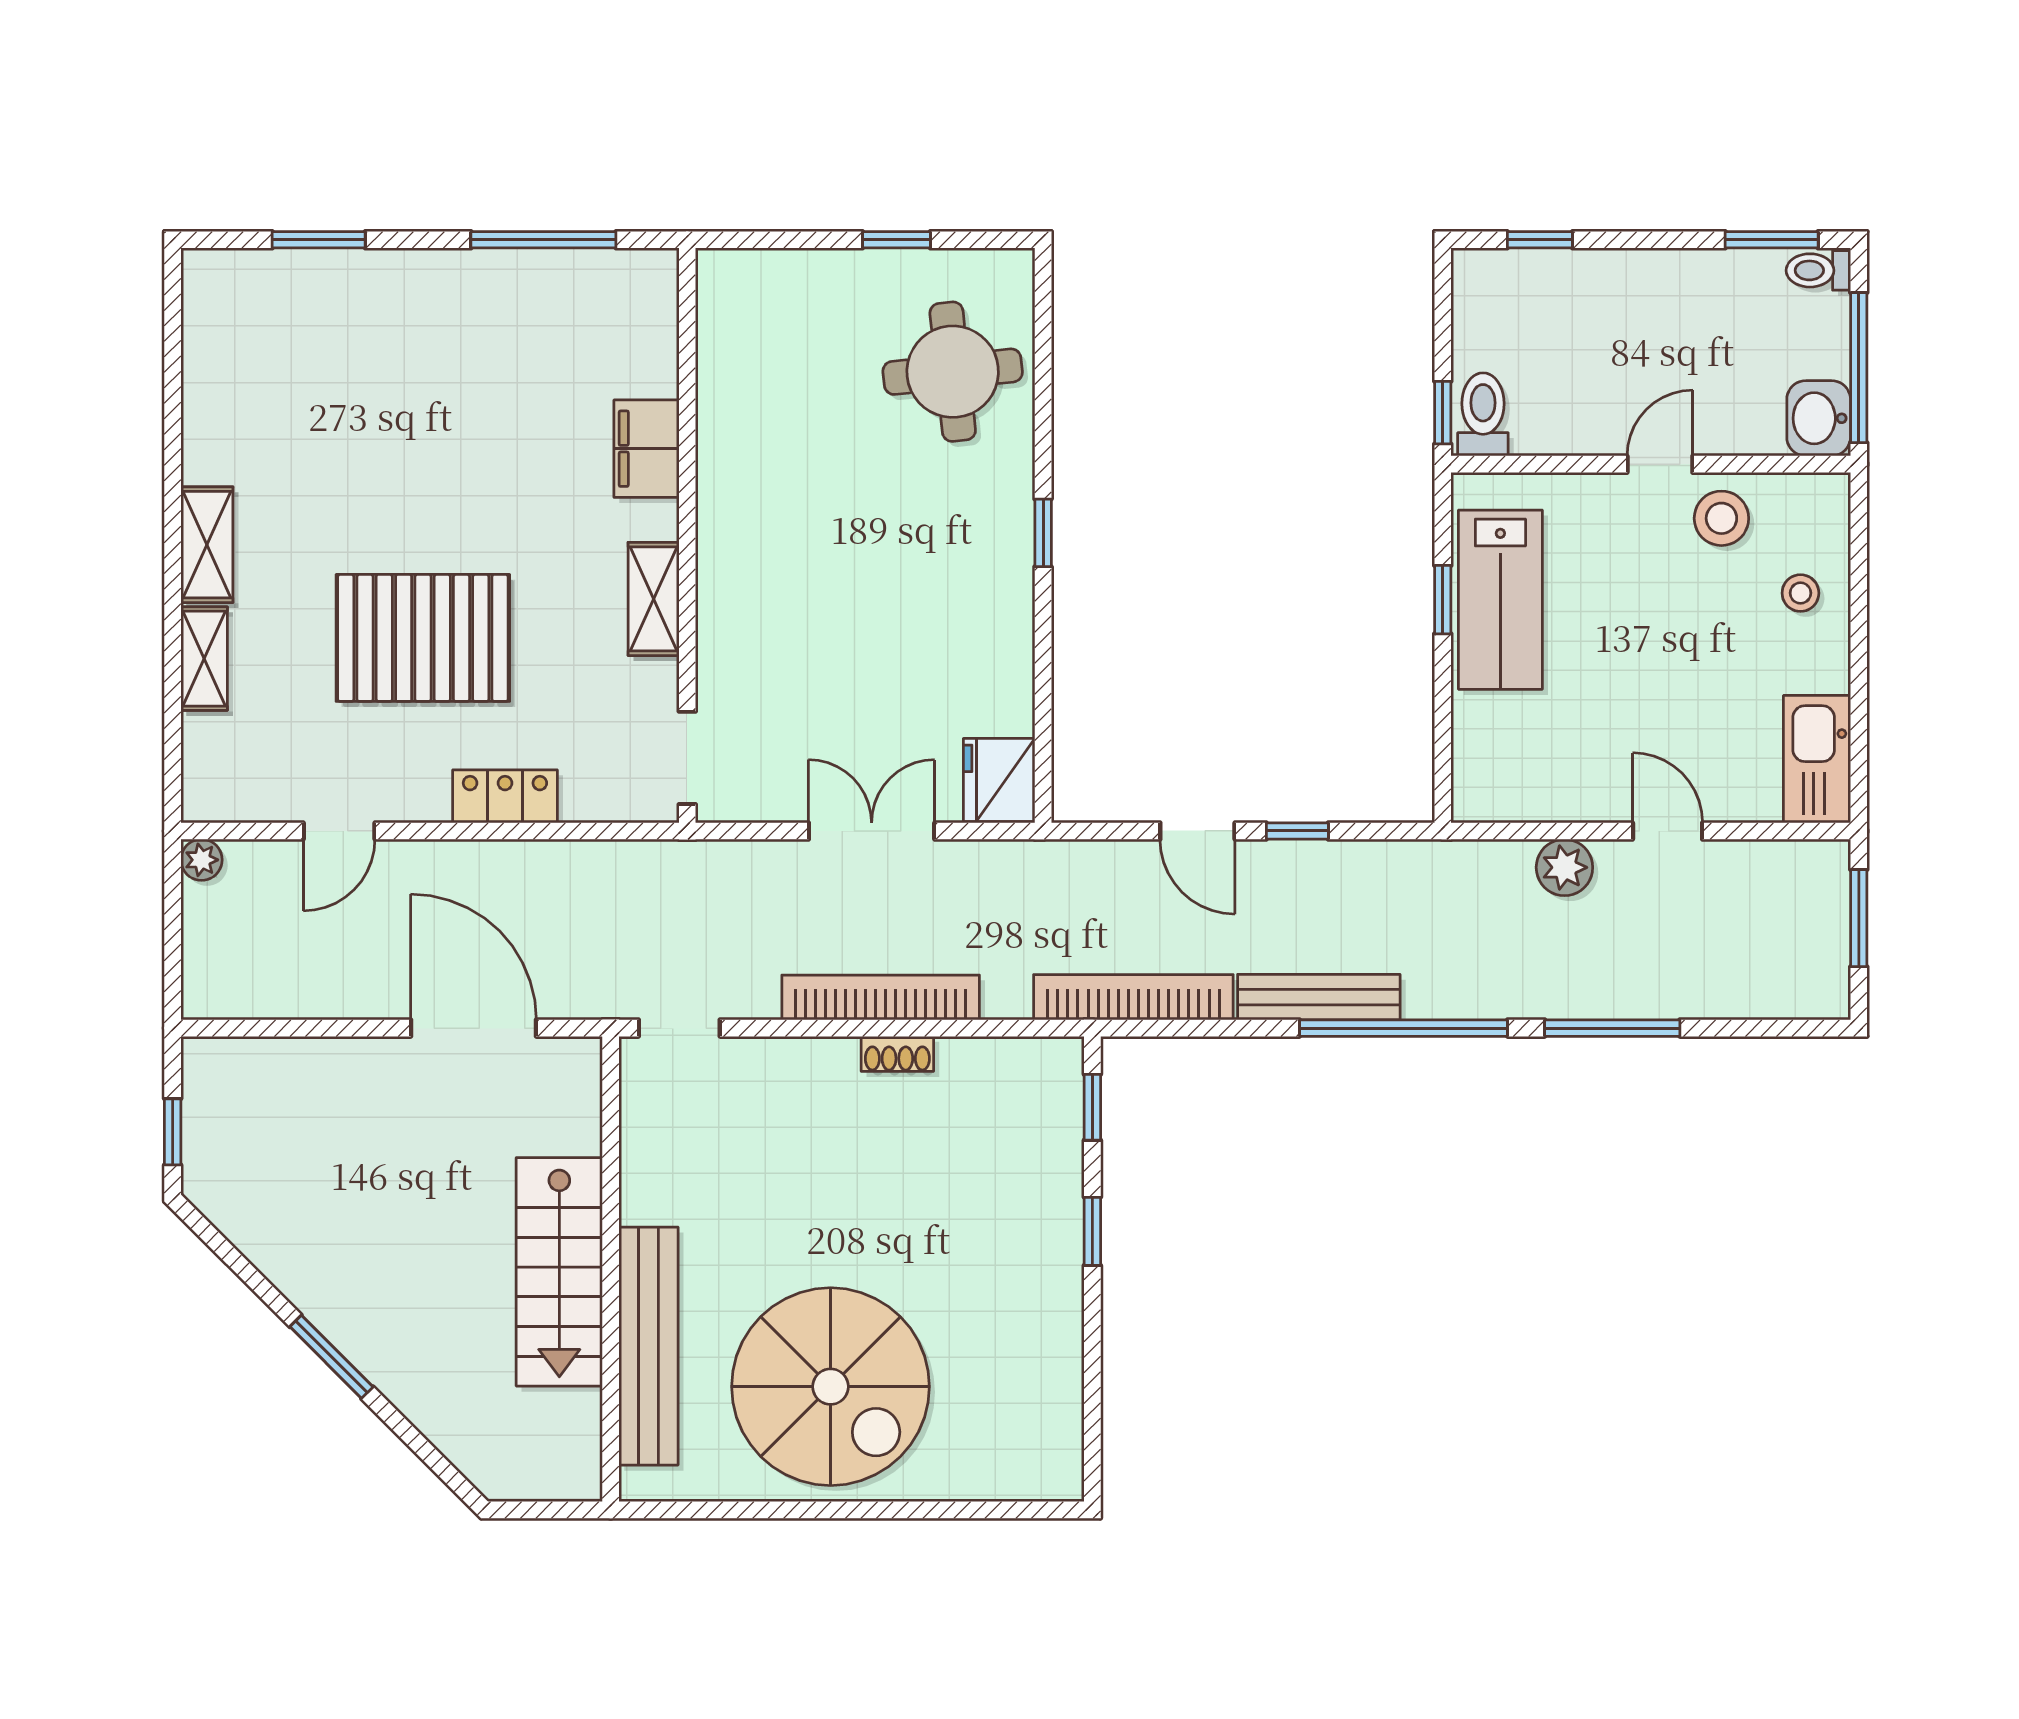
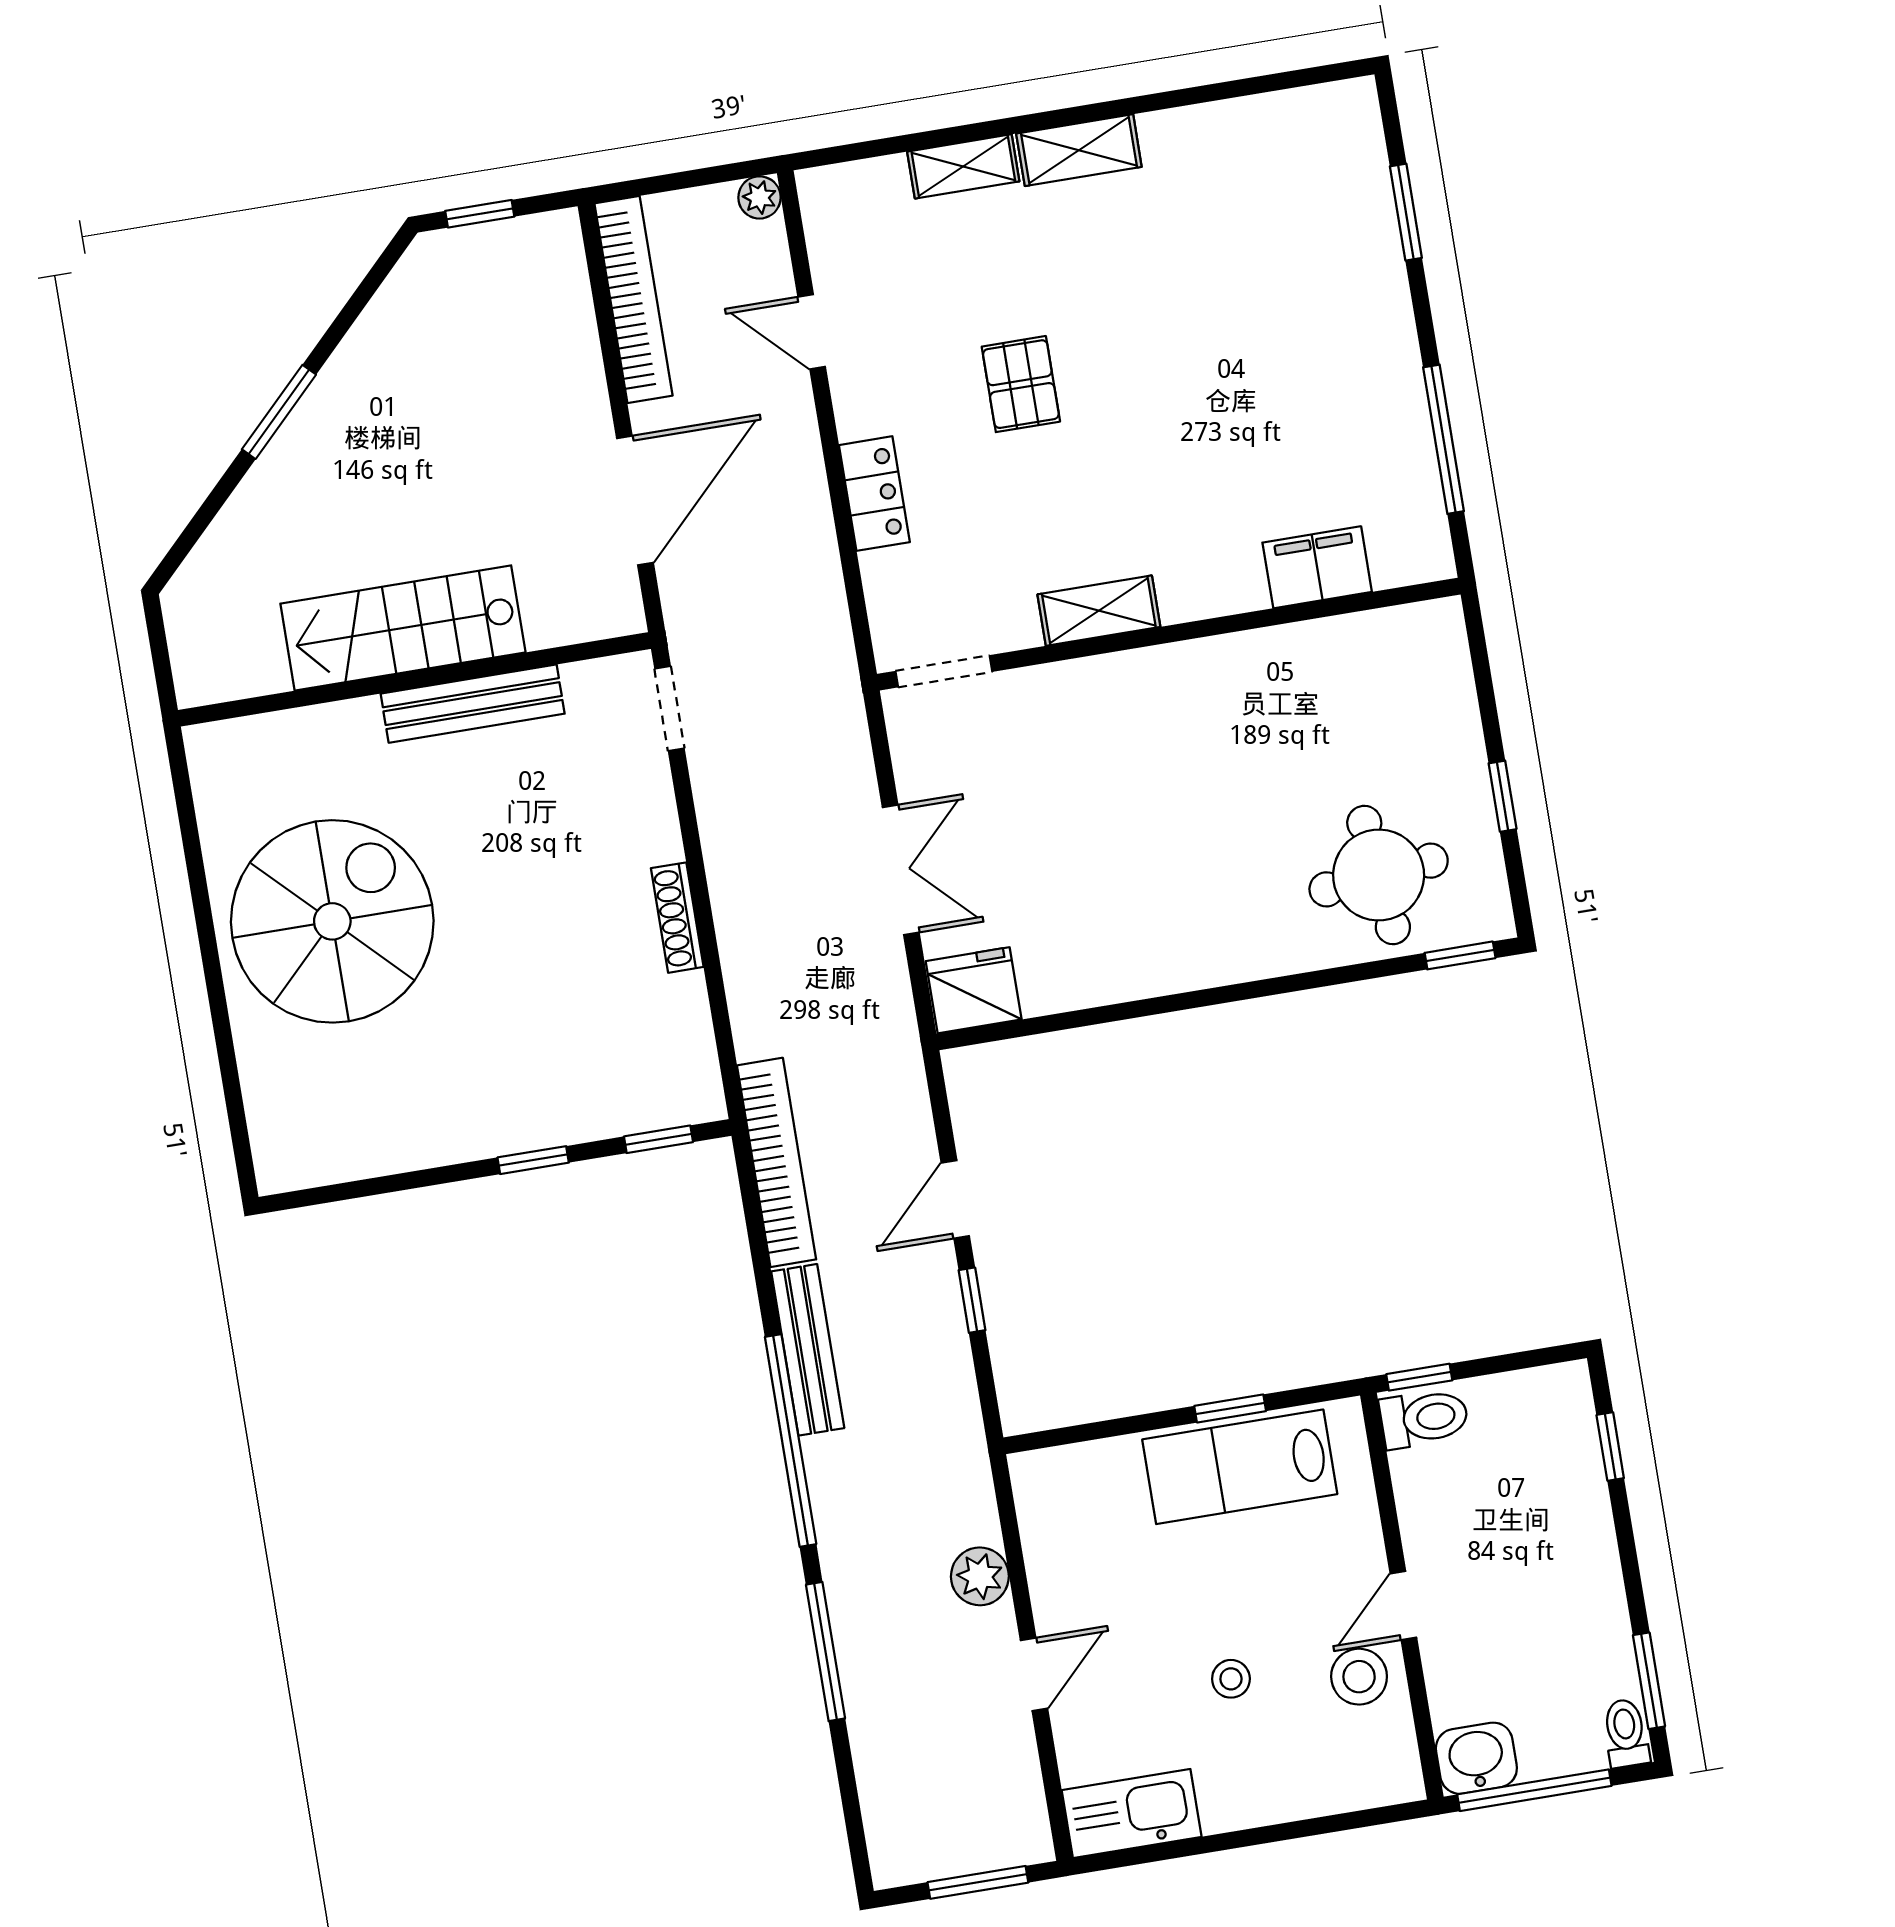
filing cabinet: (646, 449) -> (1317, 567), moved
door: (1660, 464) -> (1403, 1605), swing flipped
window: (1043, 533) -> (1460, 955), moved
stool: (1800, 593) -> (1231, 1679), moved
pallet: (423, 638) -> (1021, 384), width x0.49, depth x0.50
bookcase: (881, 997) -> (633, 299), moved
shoe rack: (897, 1054) -> (677, 918), width x1.43
bench: (648, 1346) -> (473, 704), moved, width x0.73, depth x0.82
spiral stairs: (831, 1387) -> (332, 921), turned 180

